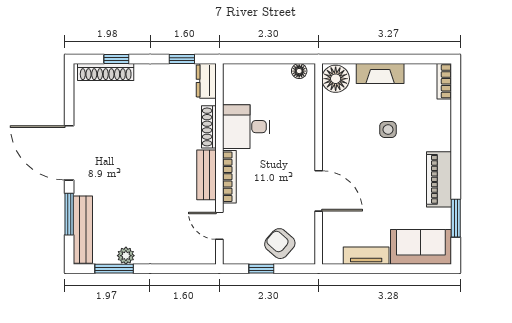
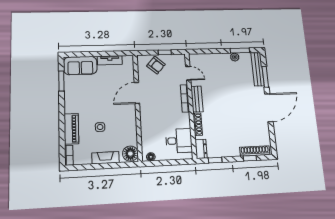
desk: (246, 127) -> (179, 141), moved
door: (69, 153) -> (269, 108), hinge flipped
piano: (439, 179) -> (71, 129), moved
door: (319, 191) -> (137, 93), hinge flipped

